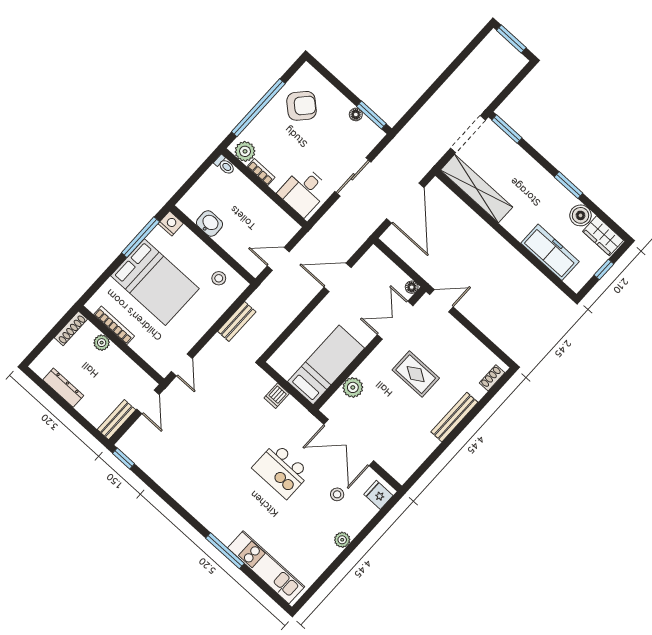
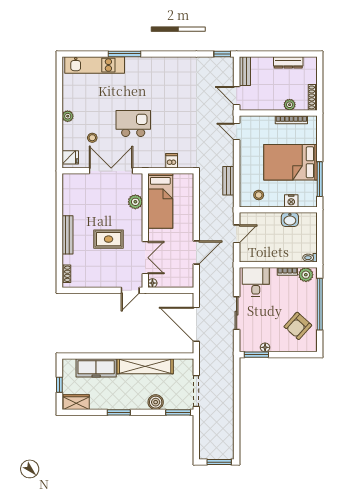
shelving: (477, 189) -> (145, 366), moved
boiler: (581, 215) -> (156, 402), moved
nightstand: (171, 223) -> (291, 201), moved

